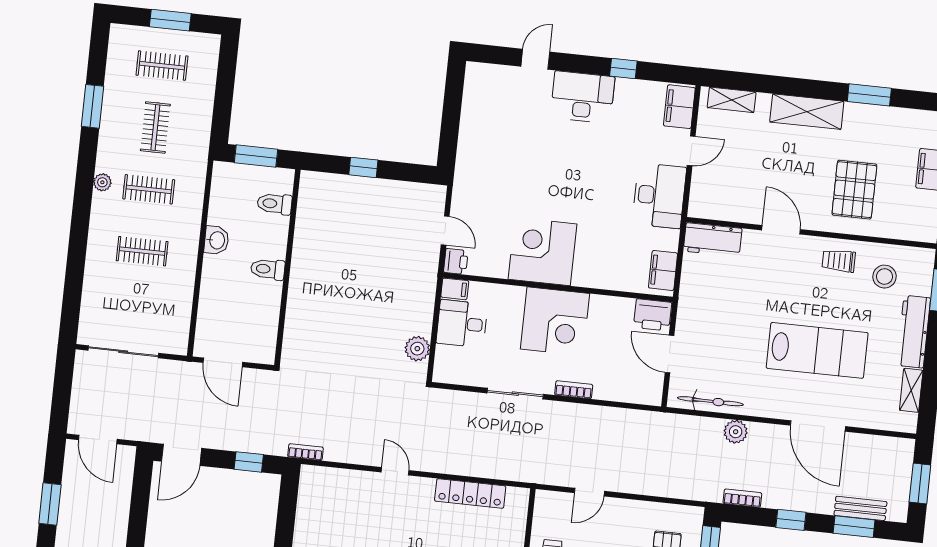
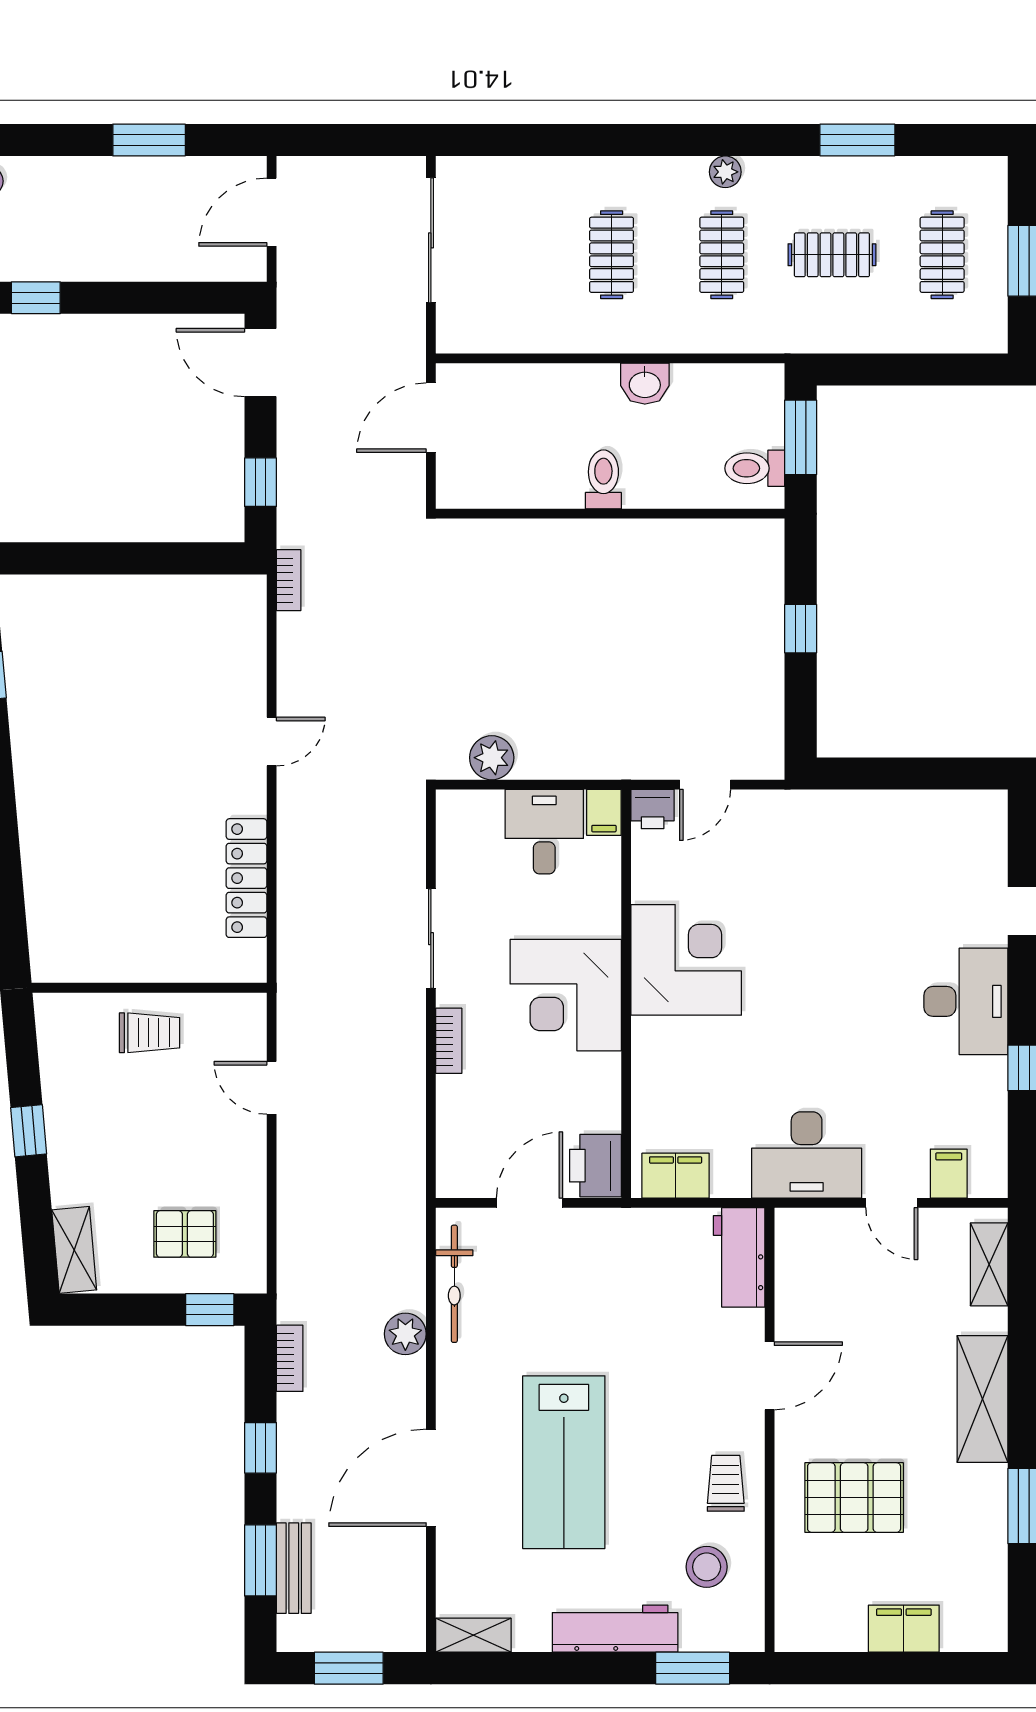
filing cabinet: (679, 107) -> (949, 1174), width x0.50
toilet: (275, 204) -> (755, 468), moved, turned -90
shelving: (911, 390) -> (473, 1635), moved

